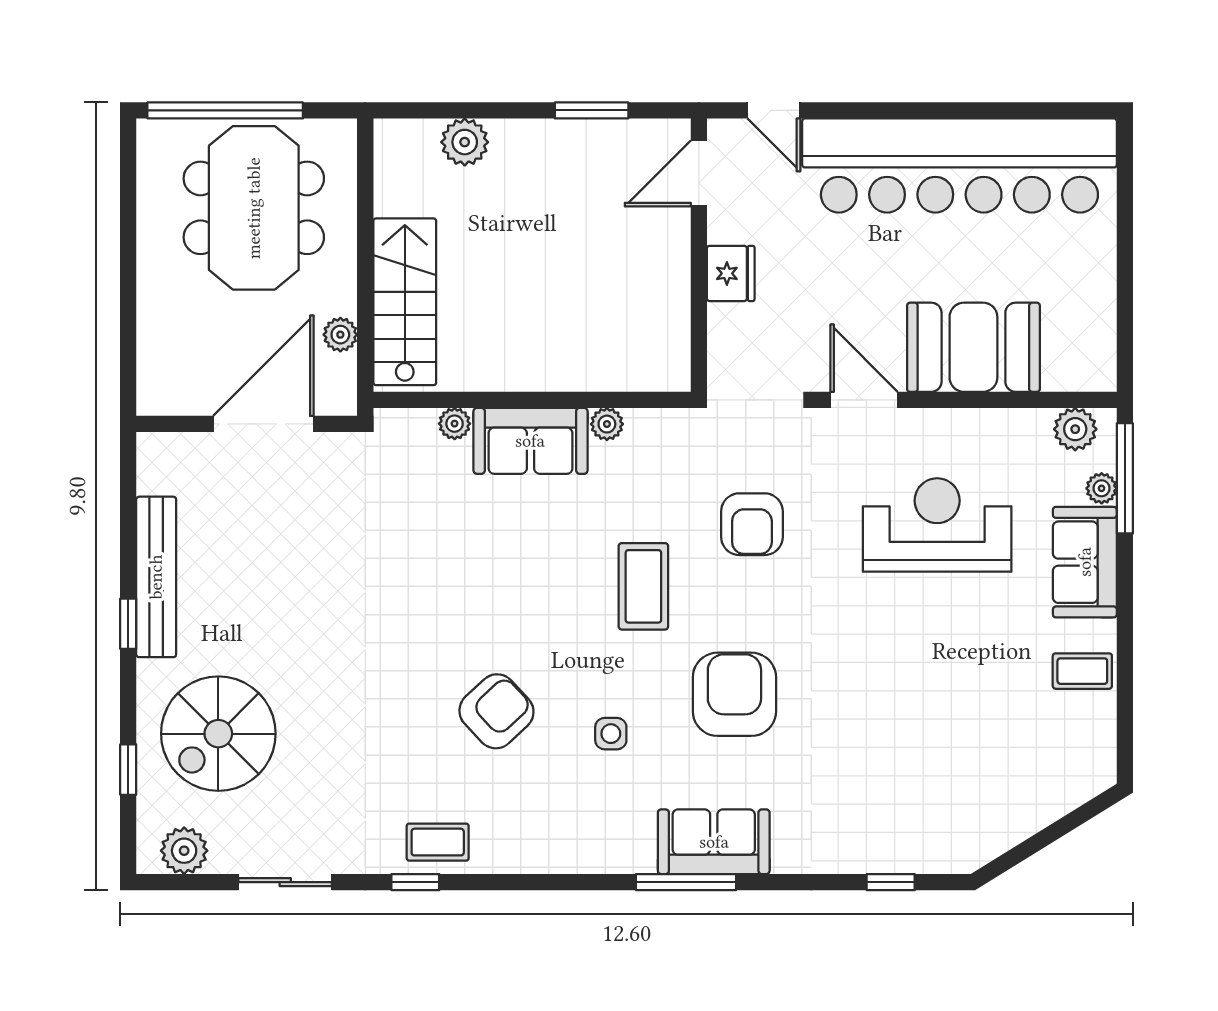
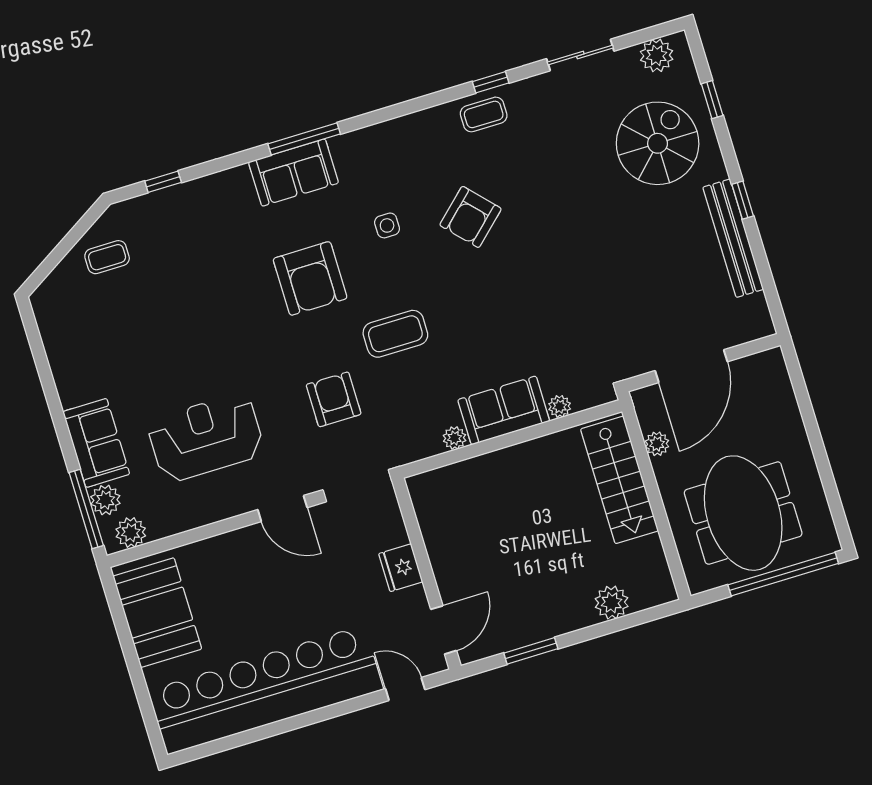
booth: (973, 347) -> (157, 613), moved, turned 90
plant: (1102, 488) -> (105, 500), width x1.38, depth x1.38
reception desk: (937, 525) -> (206, 438), turned 180
coffee table: (643, 586) -> (395, 334), turned 90
coffee table: (1082, 671) -> (107, 257), moved

